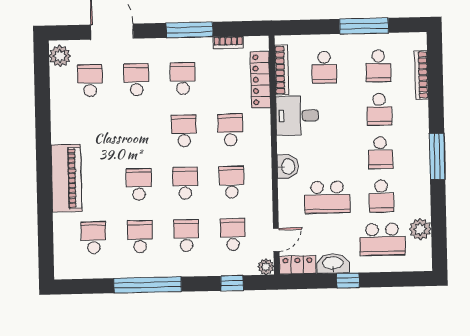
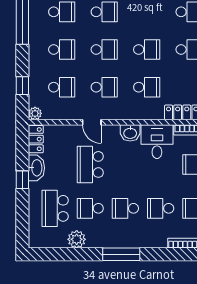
washbasin: (288, 167) -> (130, 133), moved
plant: (420, 229) -> (77, 239), moved
door: (276, 240) -> (92, 122), moved

